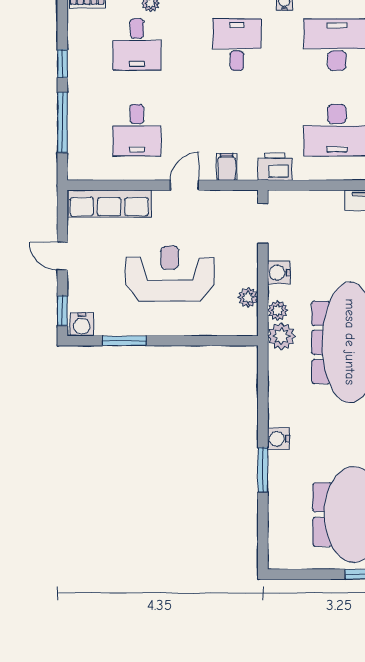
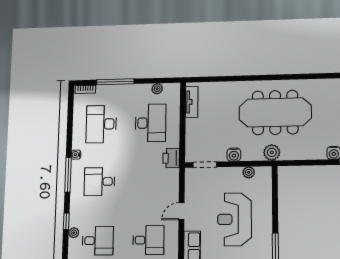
filing cabinet: (227, 167) -> (171, 186), removed
door: (185, 185) -> (181, 211), hinge flipped
plant: (278, 310) -> (256, 155), removed

